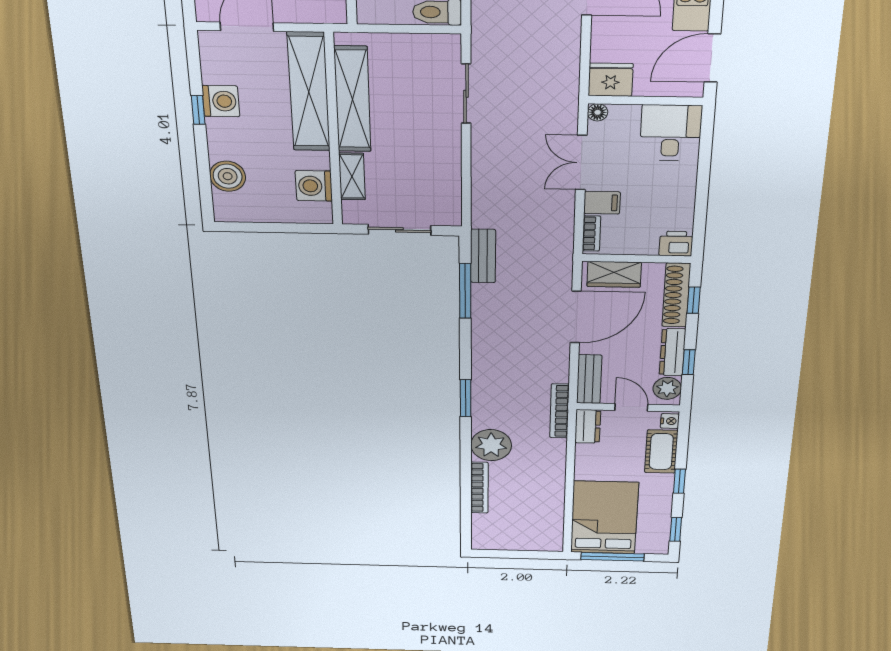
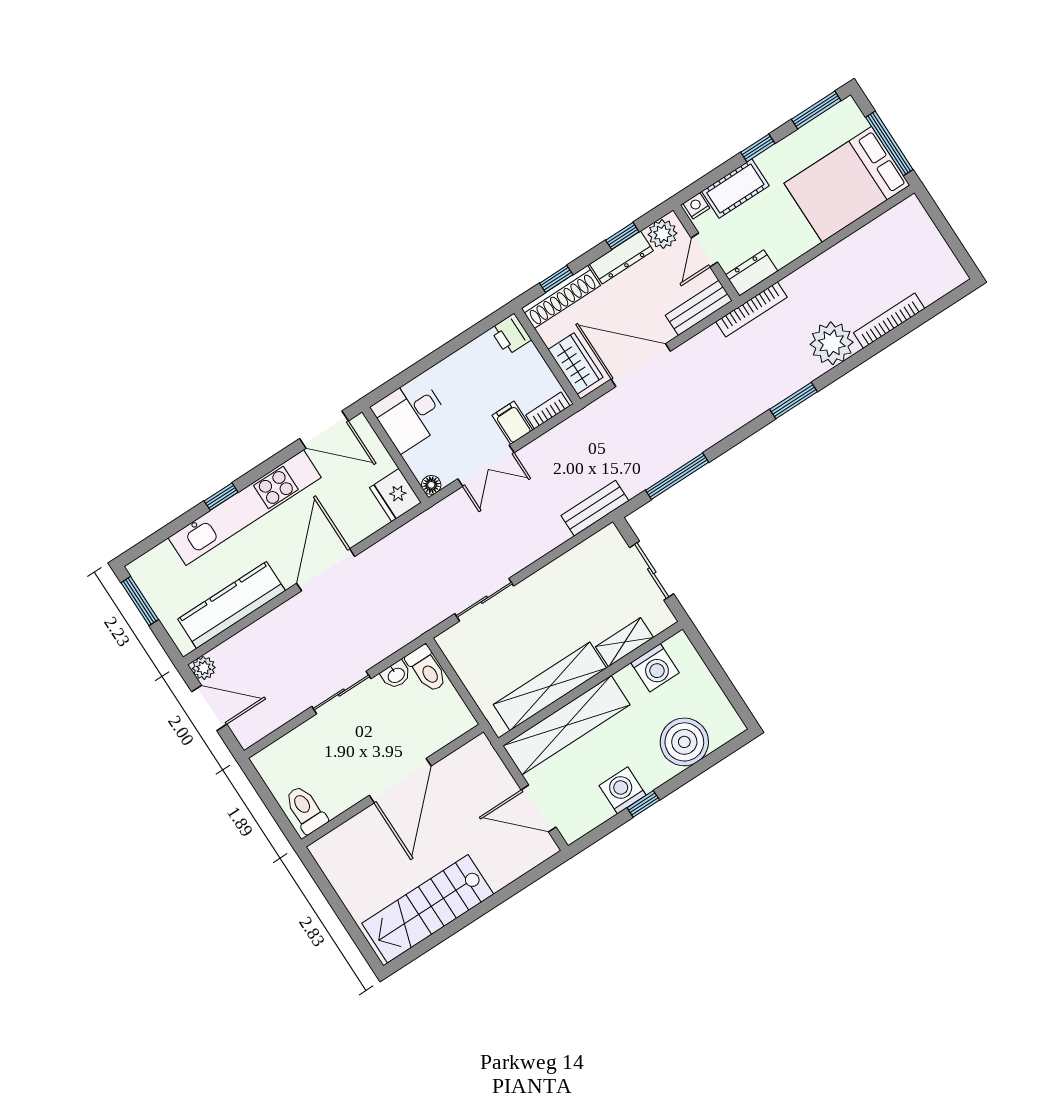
boiler: (228, 176) -> (684, 742), width x1.37, depth x1.37
bench: (483, 256) -> (595, 508), moved
window: (676, 529) -> (816, 110), width x1.50

